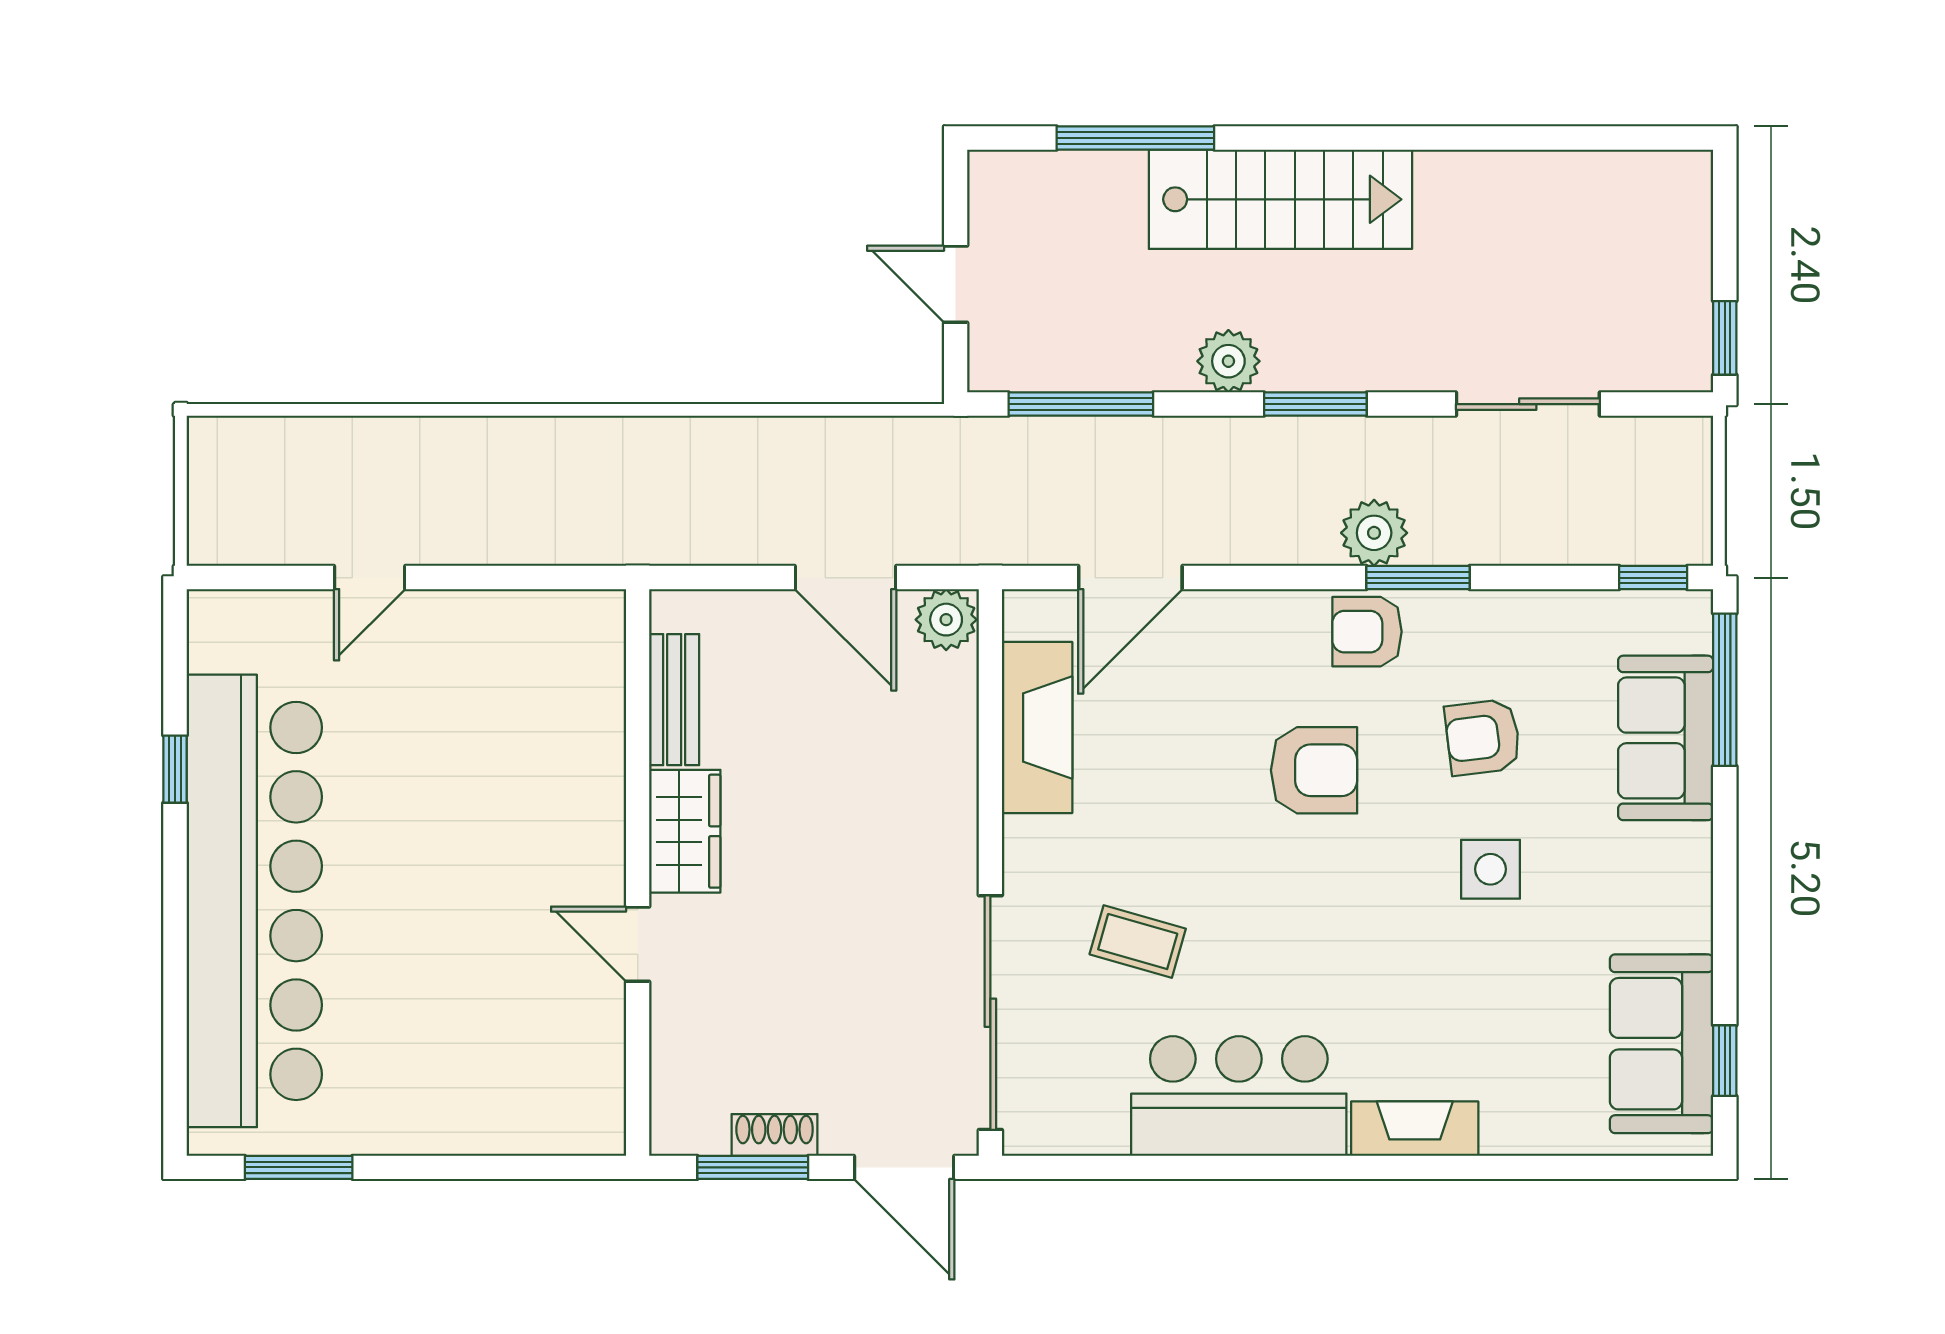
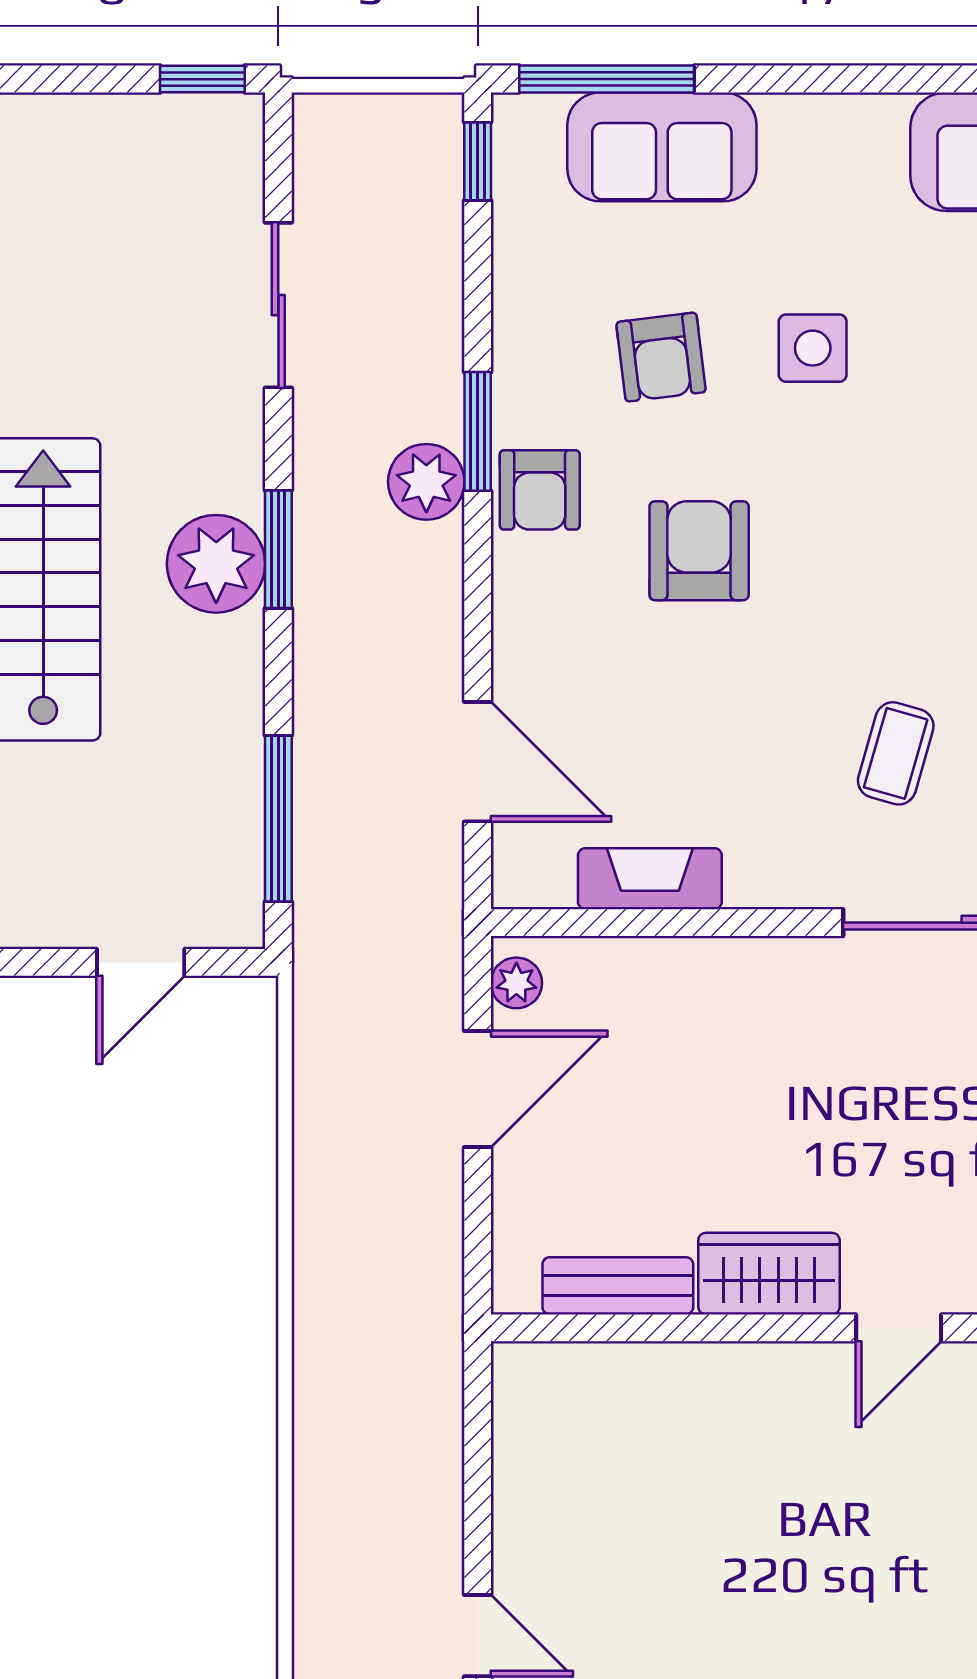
plant: (1228, 361) -> (216, 564), moved, width x1.36, depth x1.36
plant: (946, 620) -> (516, 983), width x0.73, depth x0.73
fireplace: (1037, 728) -> (650, 879), width x0.73, depth x0.76

